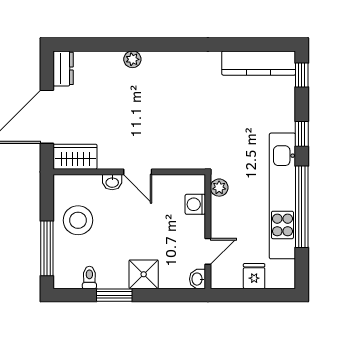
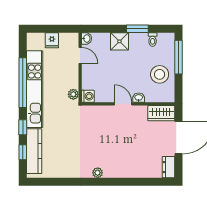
plant: (132, 59) -> (98, 173), moved
kitchen counter: (259, 63) -> (34, 151), moved, turned 90
window: (302, 75) -> (23, 152), moved
washing machine: (195, 204) -> (88, 96), moved
door: (208, 251) -> (80, 55), swing flipped

